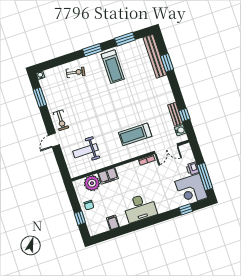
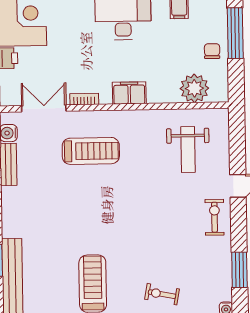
weight bench: (85, 151) -> (188, 150), turned 90
filing cabinet: (108, 176) -> (129, 93), moved
window: (80, 218) -> (235, 33), width x2.17

